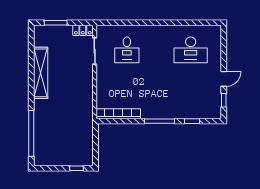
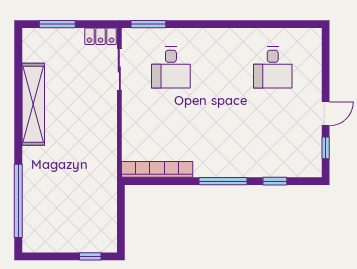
window: (113, 23) -> (148, 24), added
desk: (191, 50) -> (273, 67), width x0.73

